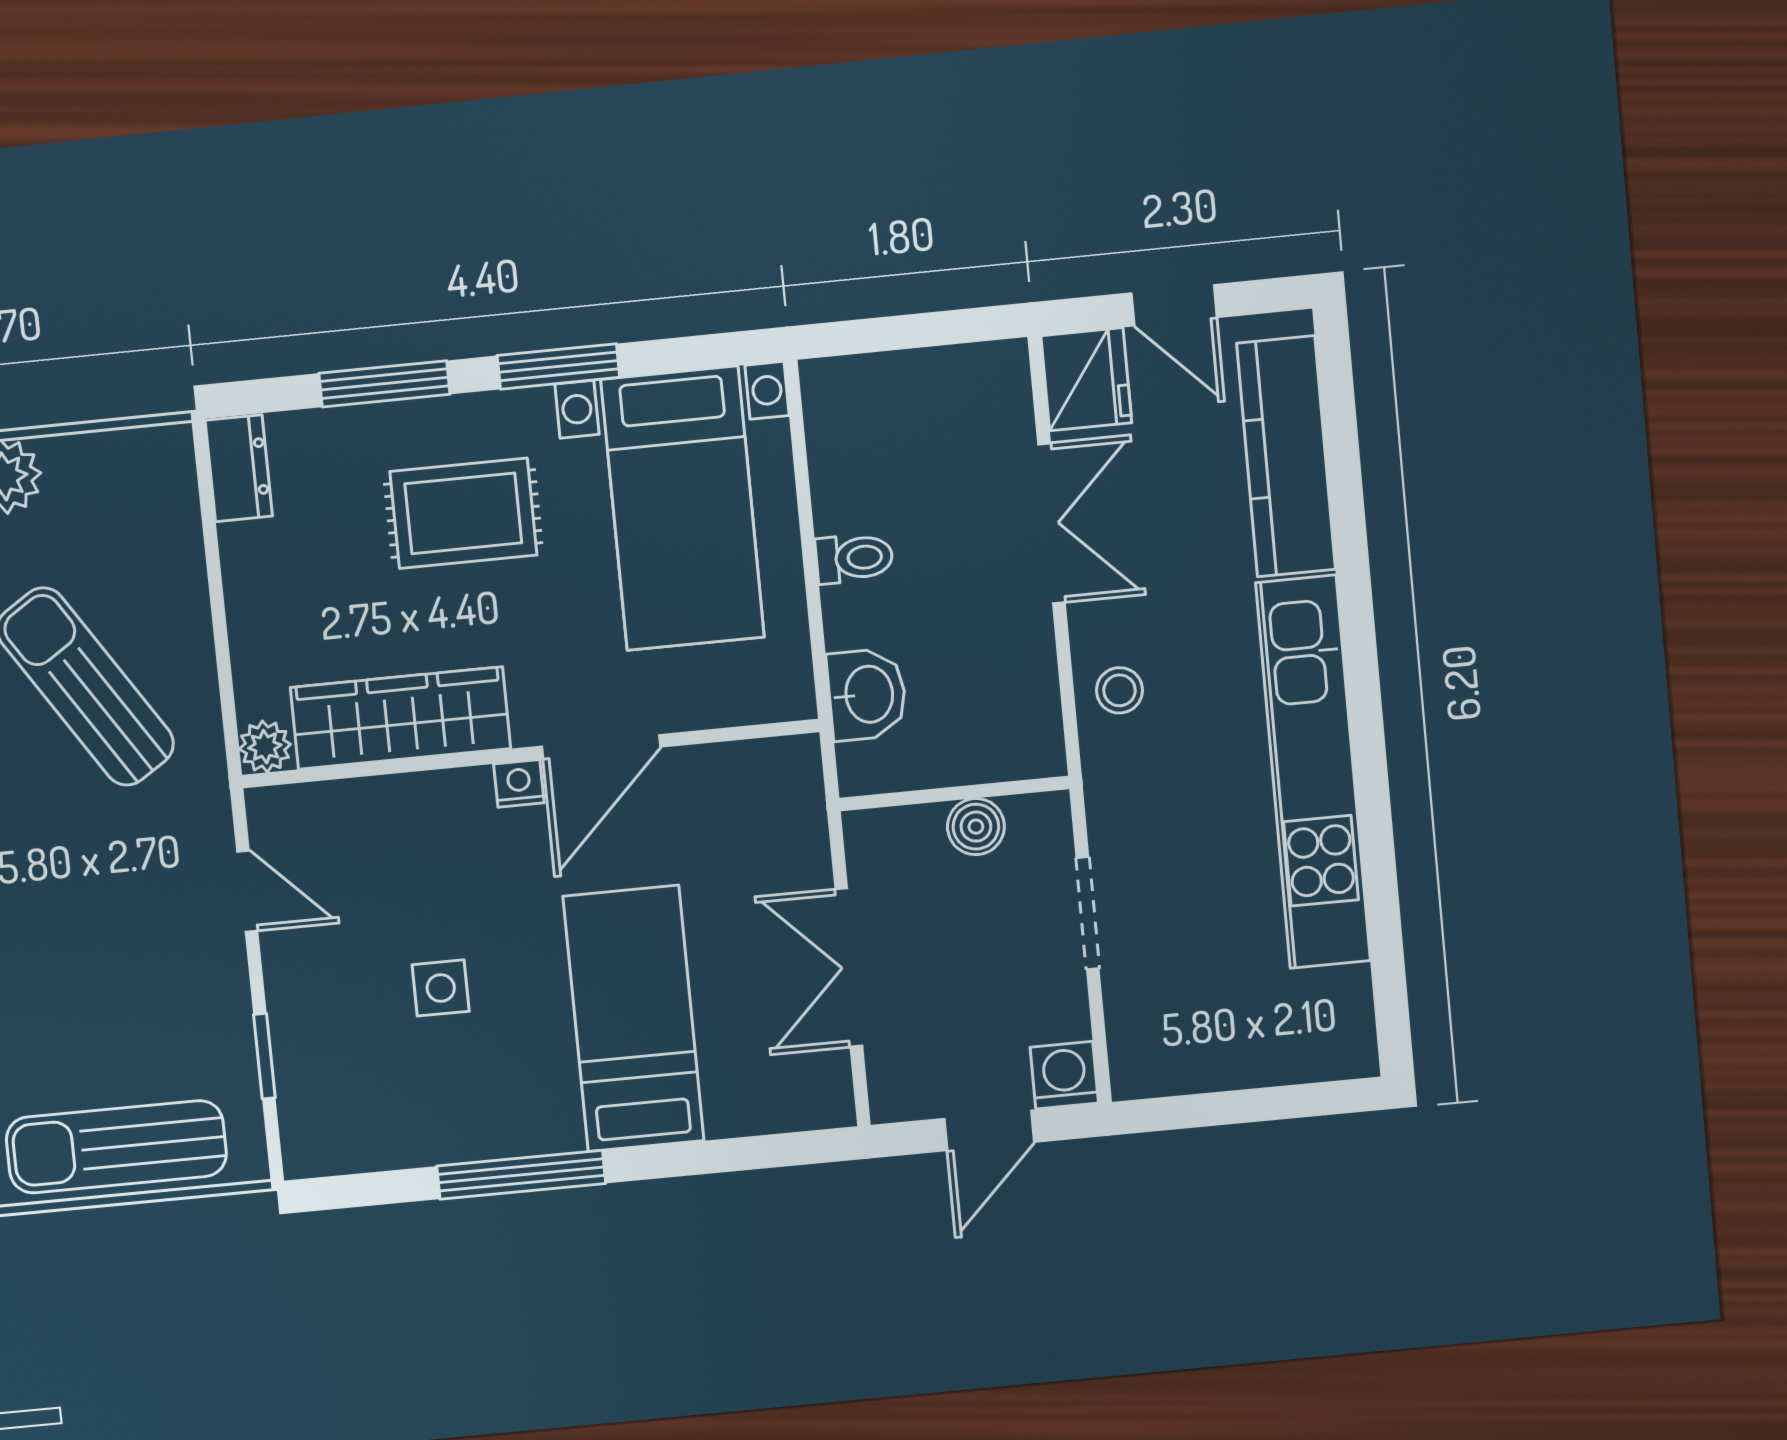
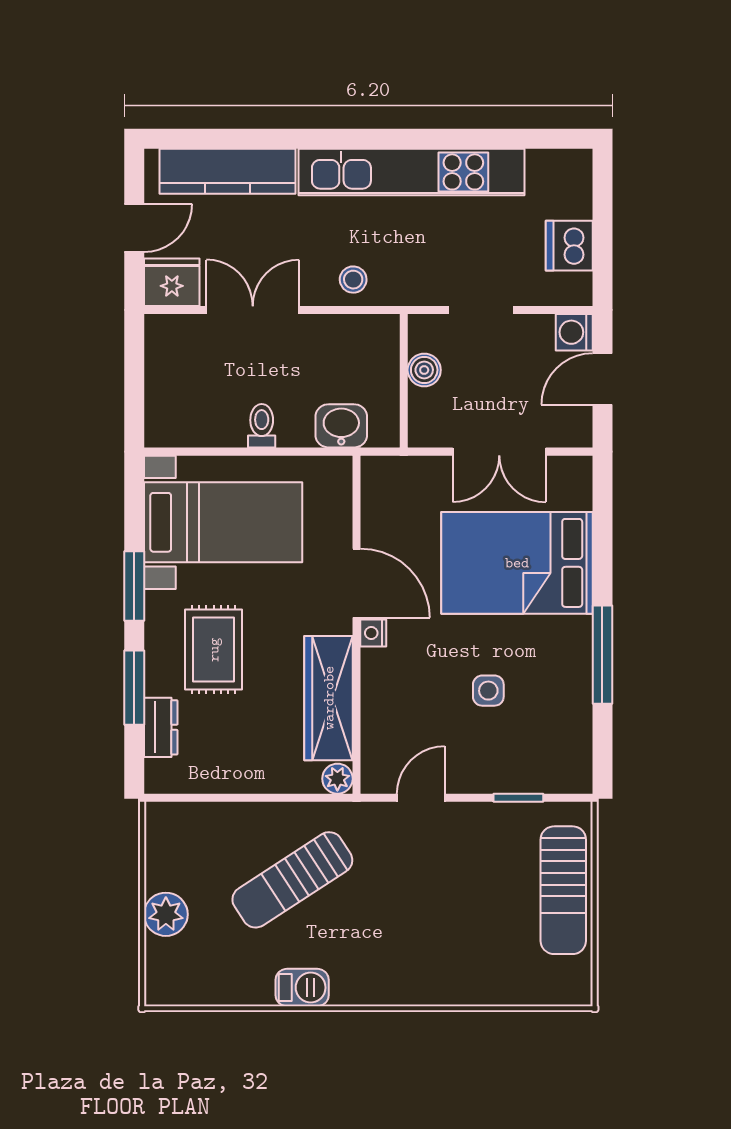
dresser: (239, 468) -> (161, 727), moved, turned 90
bed: (633, 1019) -> (517, 563), width x1.50
dishwasher: (1211, 1053) -> (569, 246), added
door: (989, 1130) -> (602, 379), swing flipped

